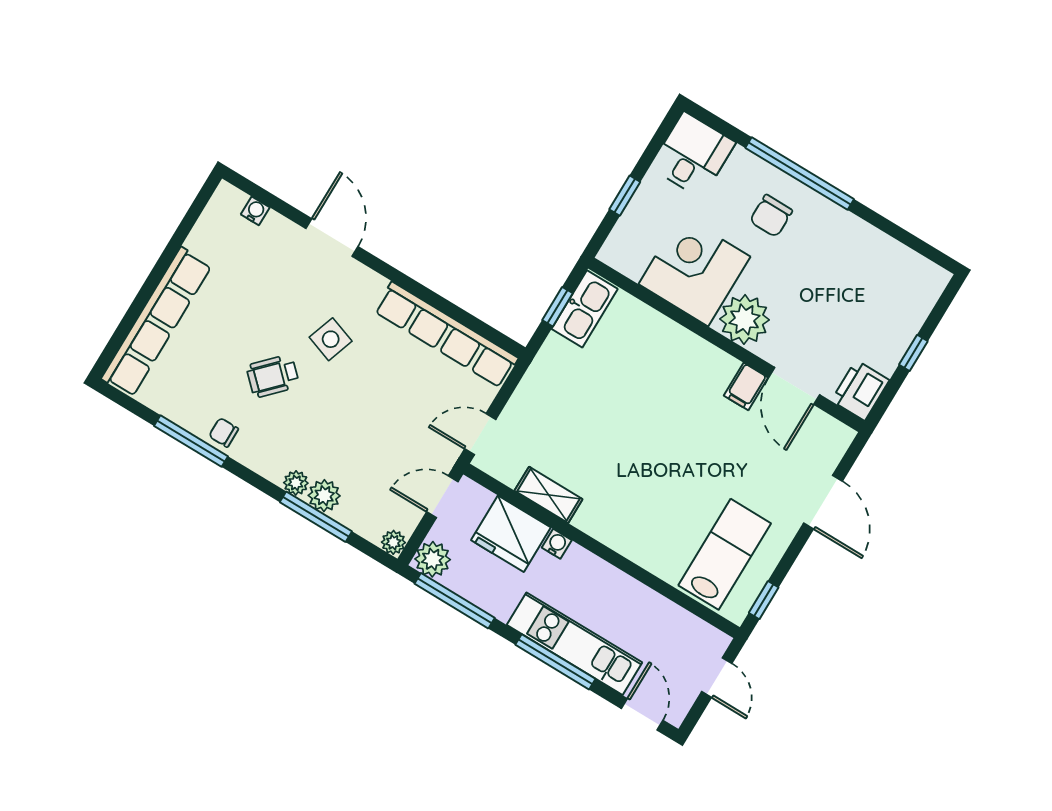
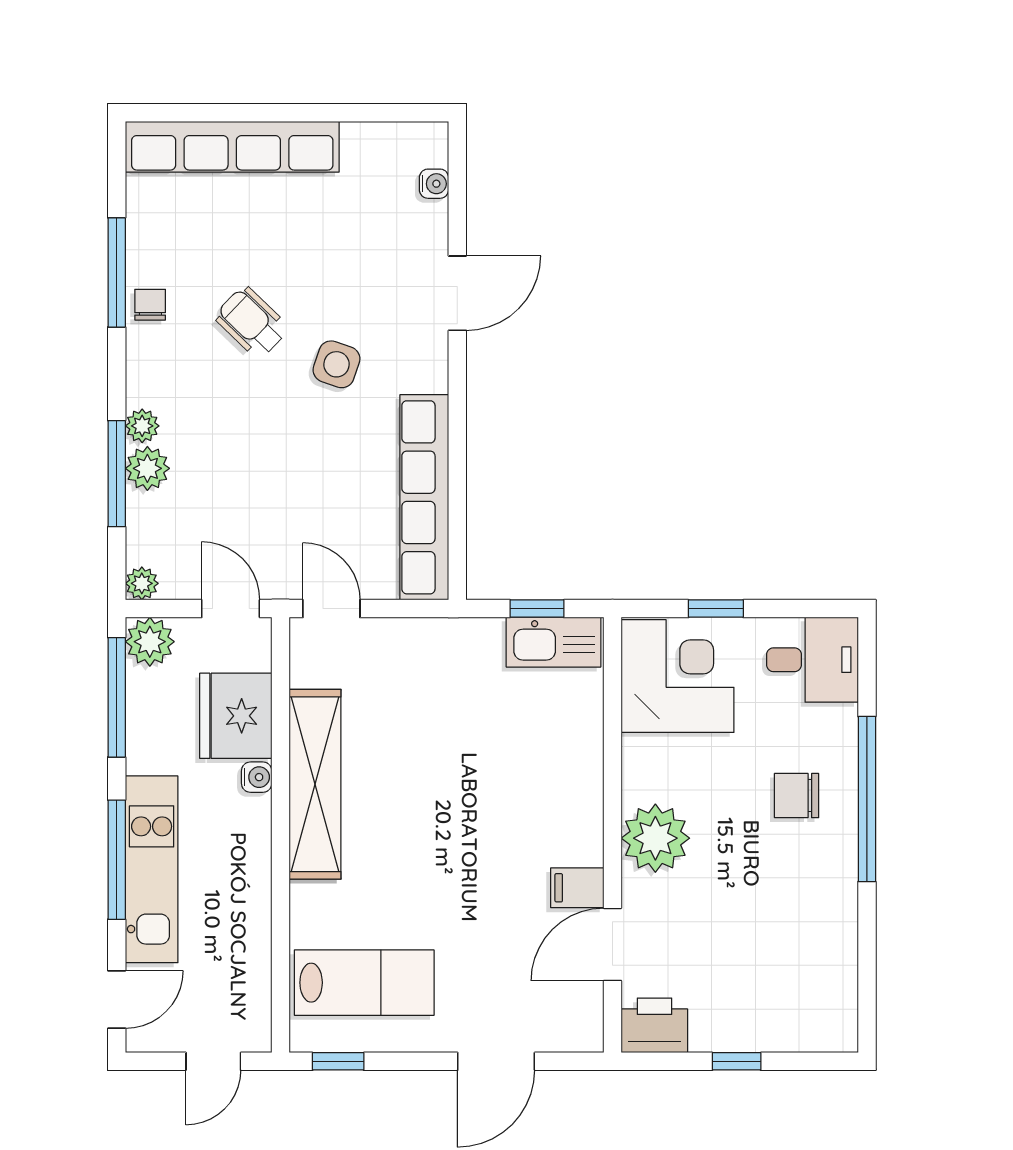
corner desk: (694, 270) -> (678, 676), moved
shelving: (549, 495) -> (315, 784), width x2.20, depth x1.33

